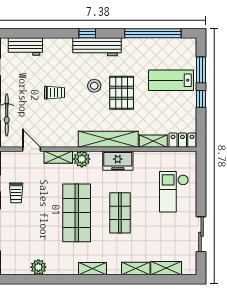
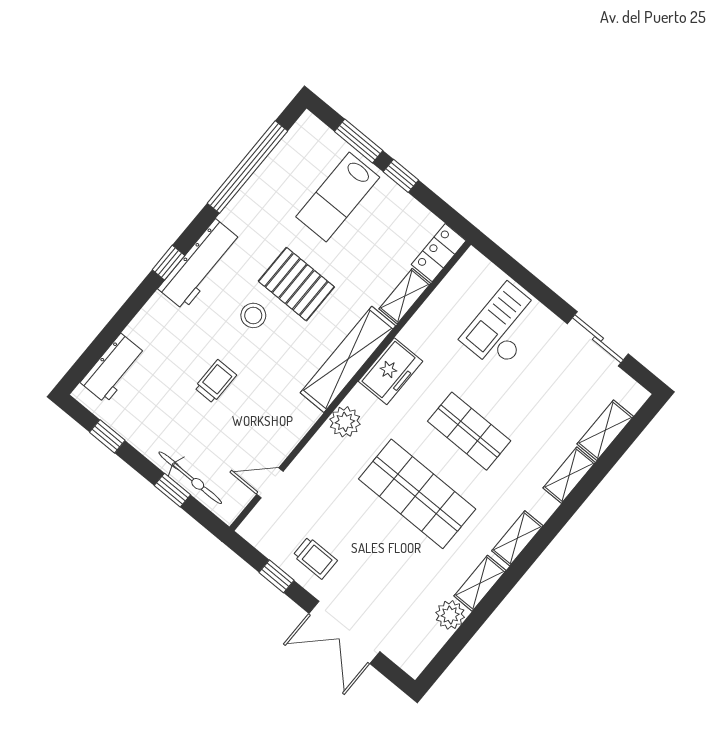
shelving: (58, 157) -> (480, 583), moved
checkout: (174, 192) -> (503, 327), turned 90

